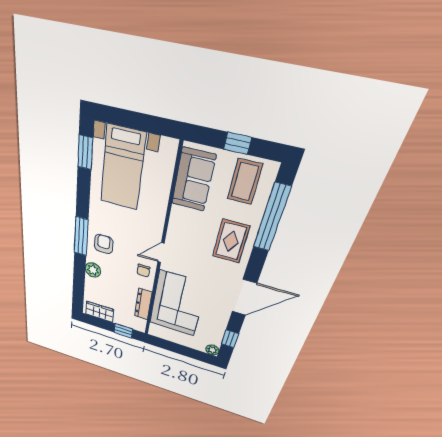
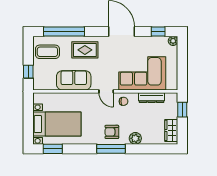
window: (238, 143) -> (28, 72), moved
sofa: (193, 180) -> (74, 80), moved

